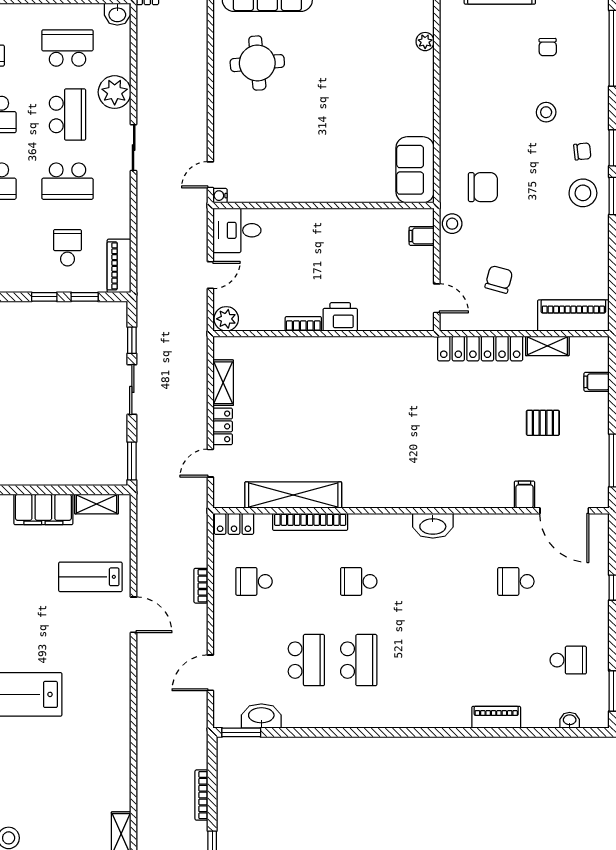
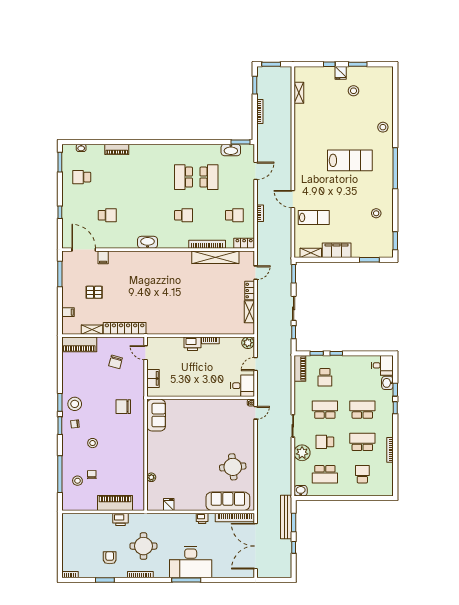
school desk: (67, 115) -> (325, 442), width x0.54
stool: (452, 224) -> (77, 481), moved
filing cabinet: (422, 236) -> (153, 378), width x2.00
school desk: (306, 660) -> (209, 177), turned 180

